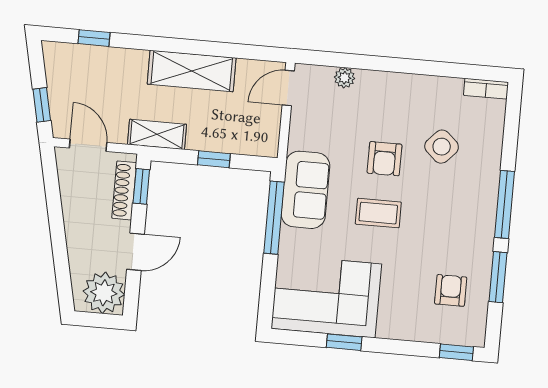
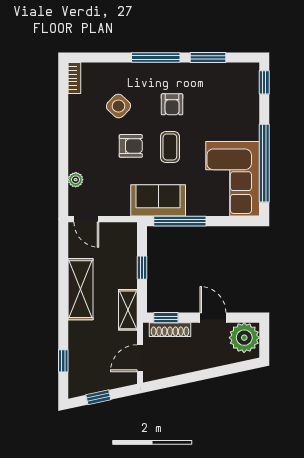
window: (42, 105) -> (98, 397), moved
armchair: (451, 290) -> (172, 104), moved, turned -90
window: (344, 342) -> (264, 163), width x3.17

